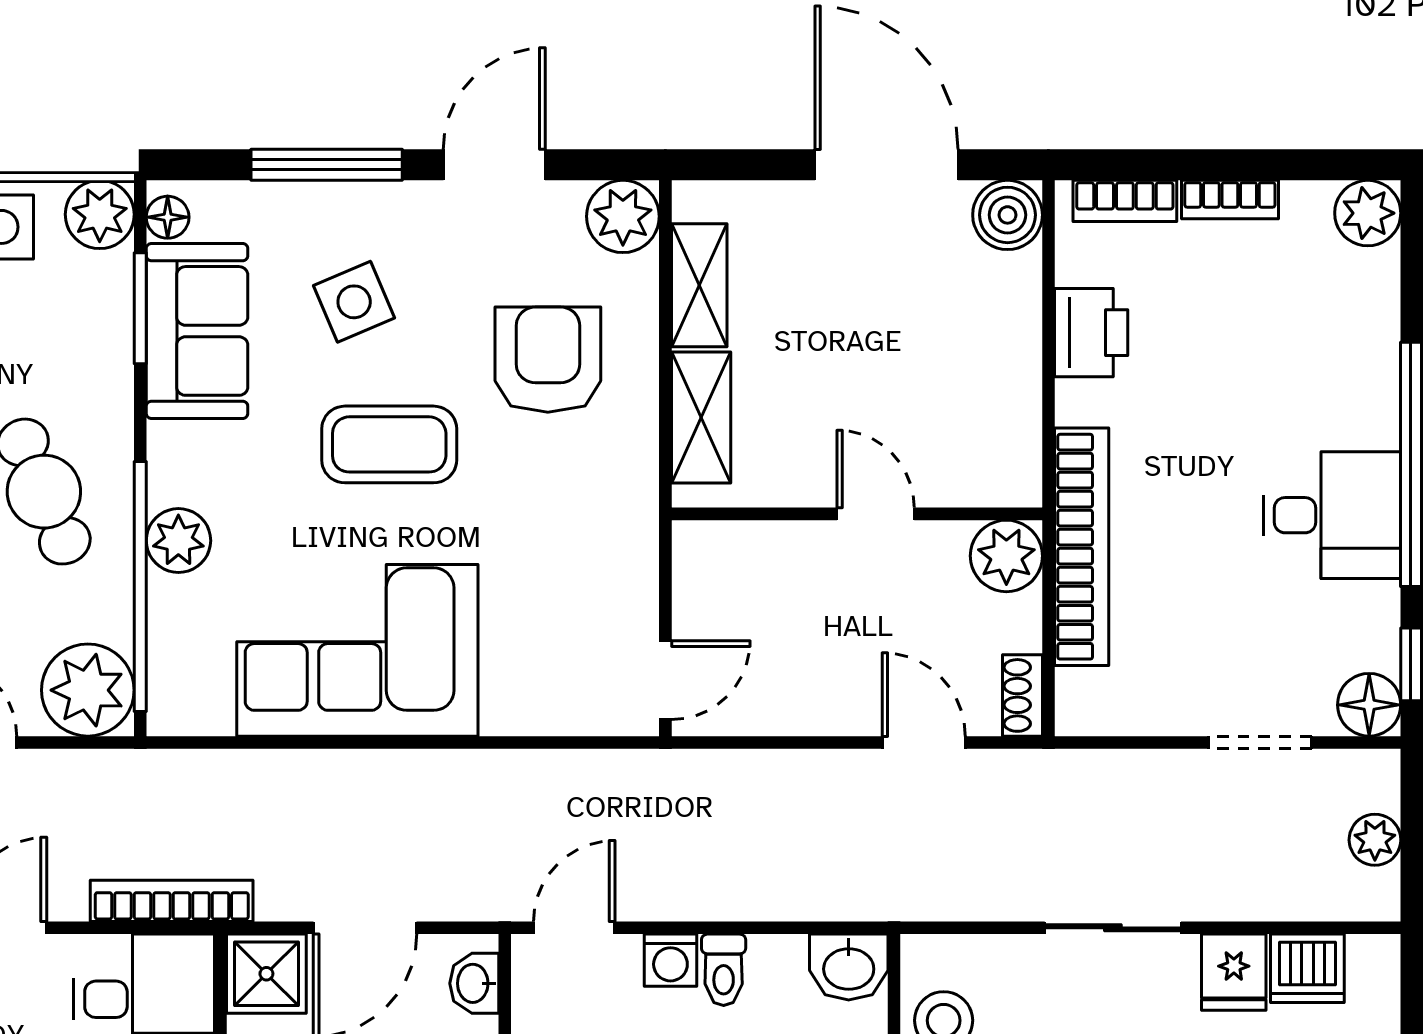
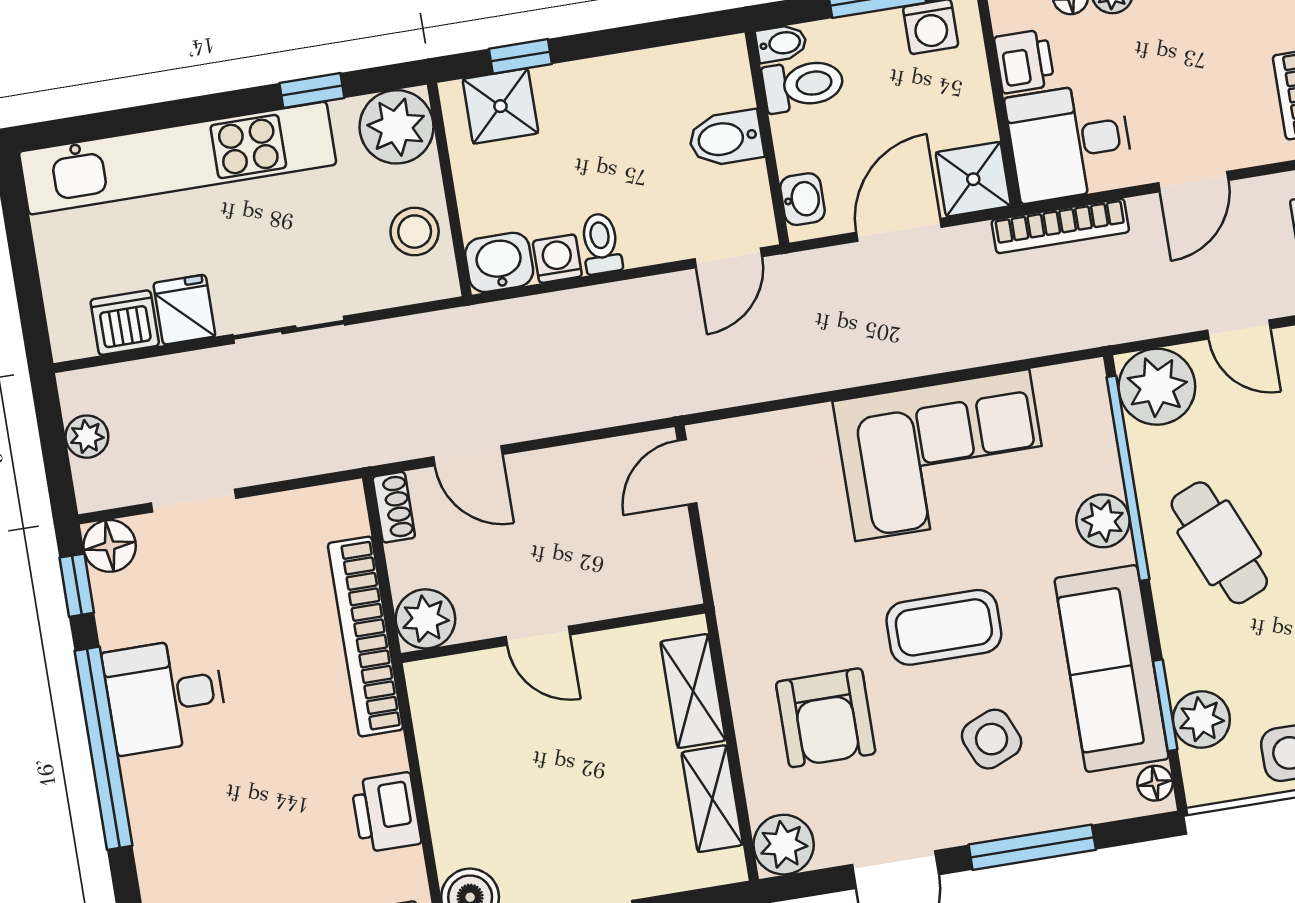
plant: (100, 214) -> (1201, 719), moved
sofa: (197, 331) -> (1112, 669), width x1.36
washing machine: (670, 960) -> (557, 259), moved

